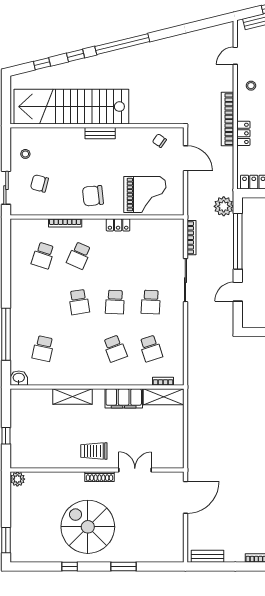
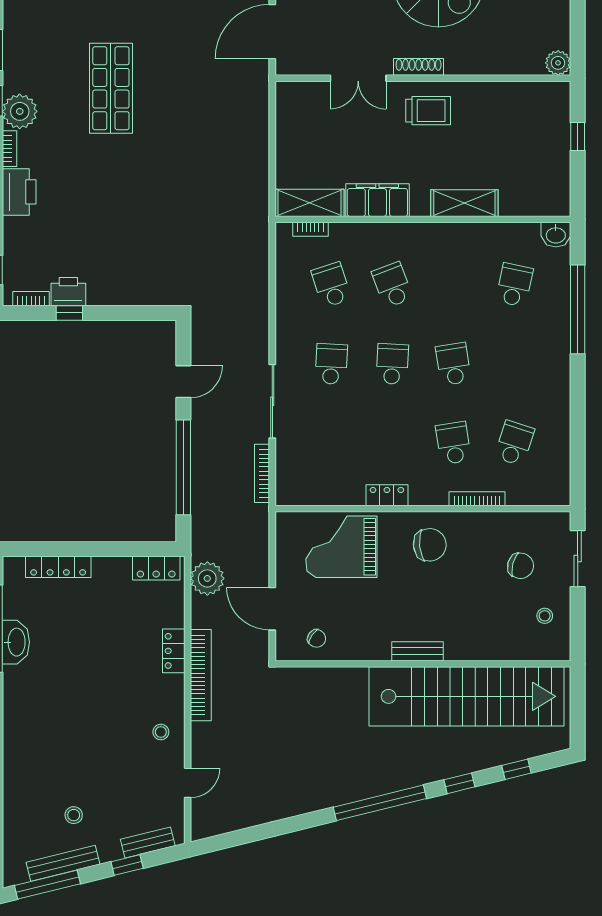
plant: (224, 206) -> (207, 578), moved
school desk: (79, 256) -> (453, 443), turned -33

